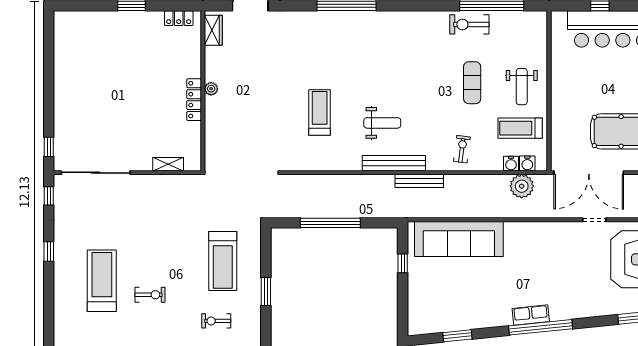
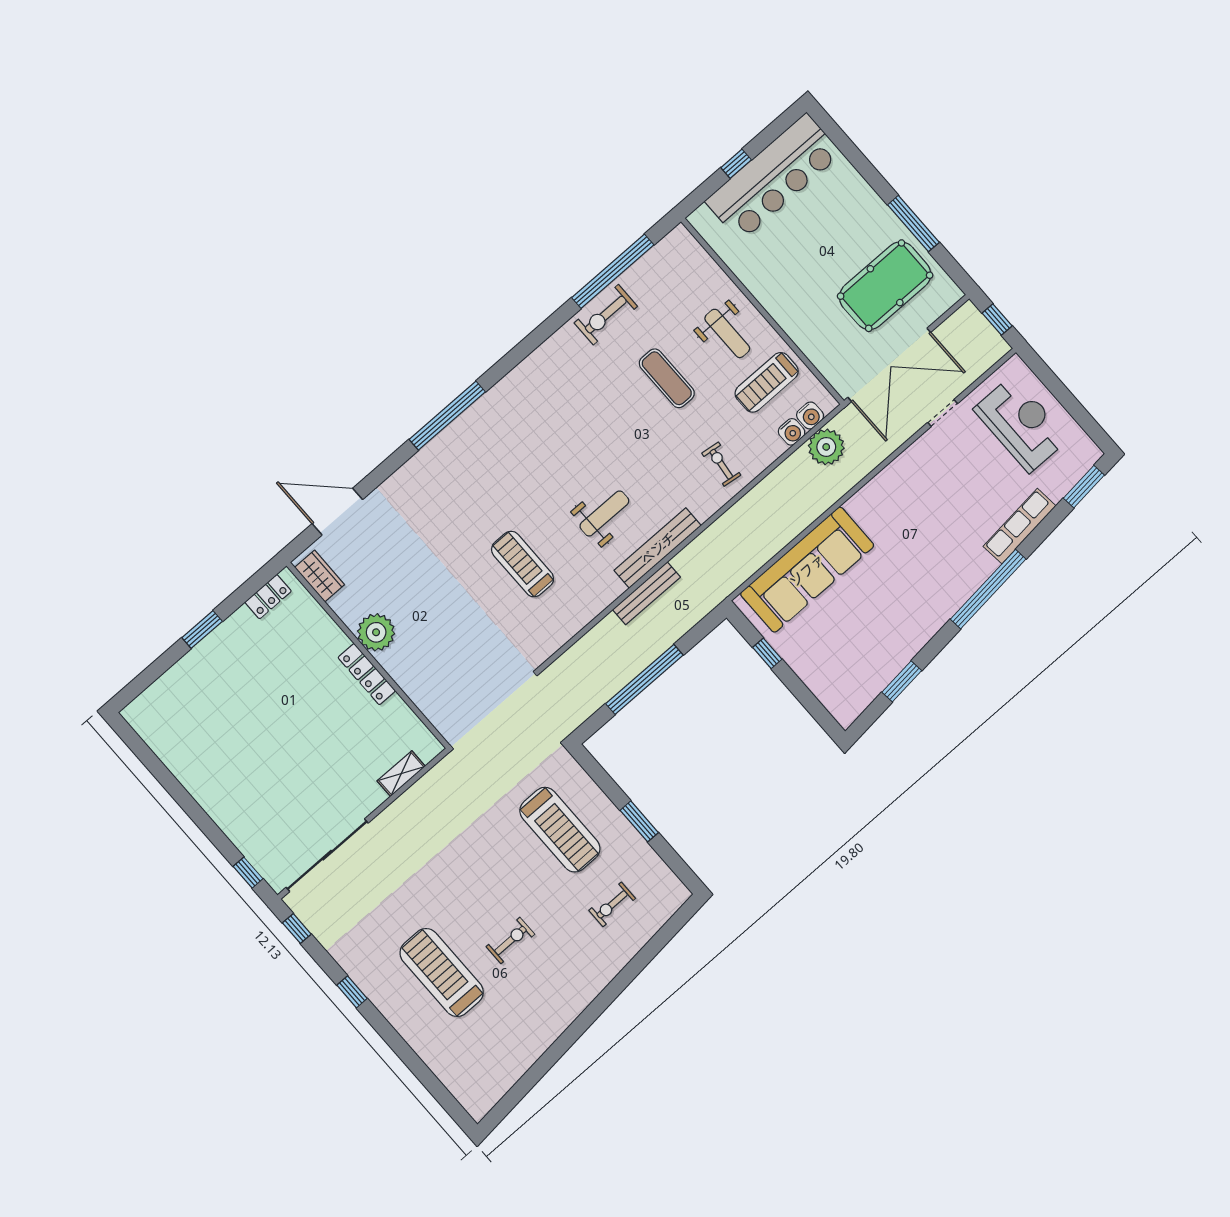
plant: (211, 89) -> (376, 632), width x1.88, depth x1.88
bench: (419, 181) -> (646, 593), moved
row of seats: (531, 315) -> (1020, 526), moved, width x1.48

